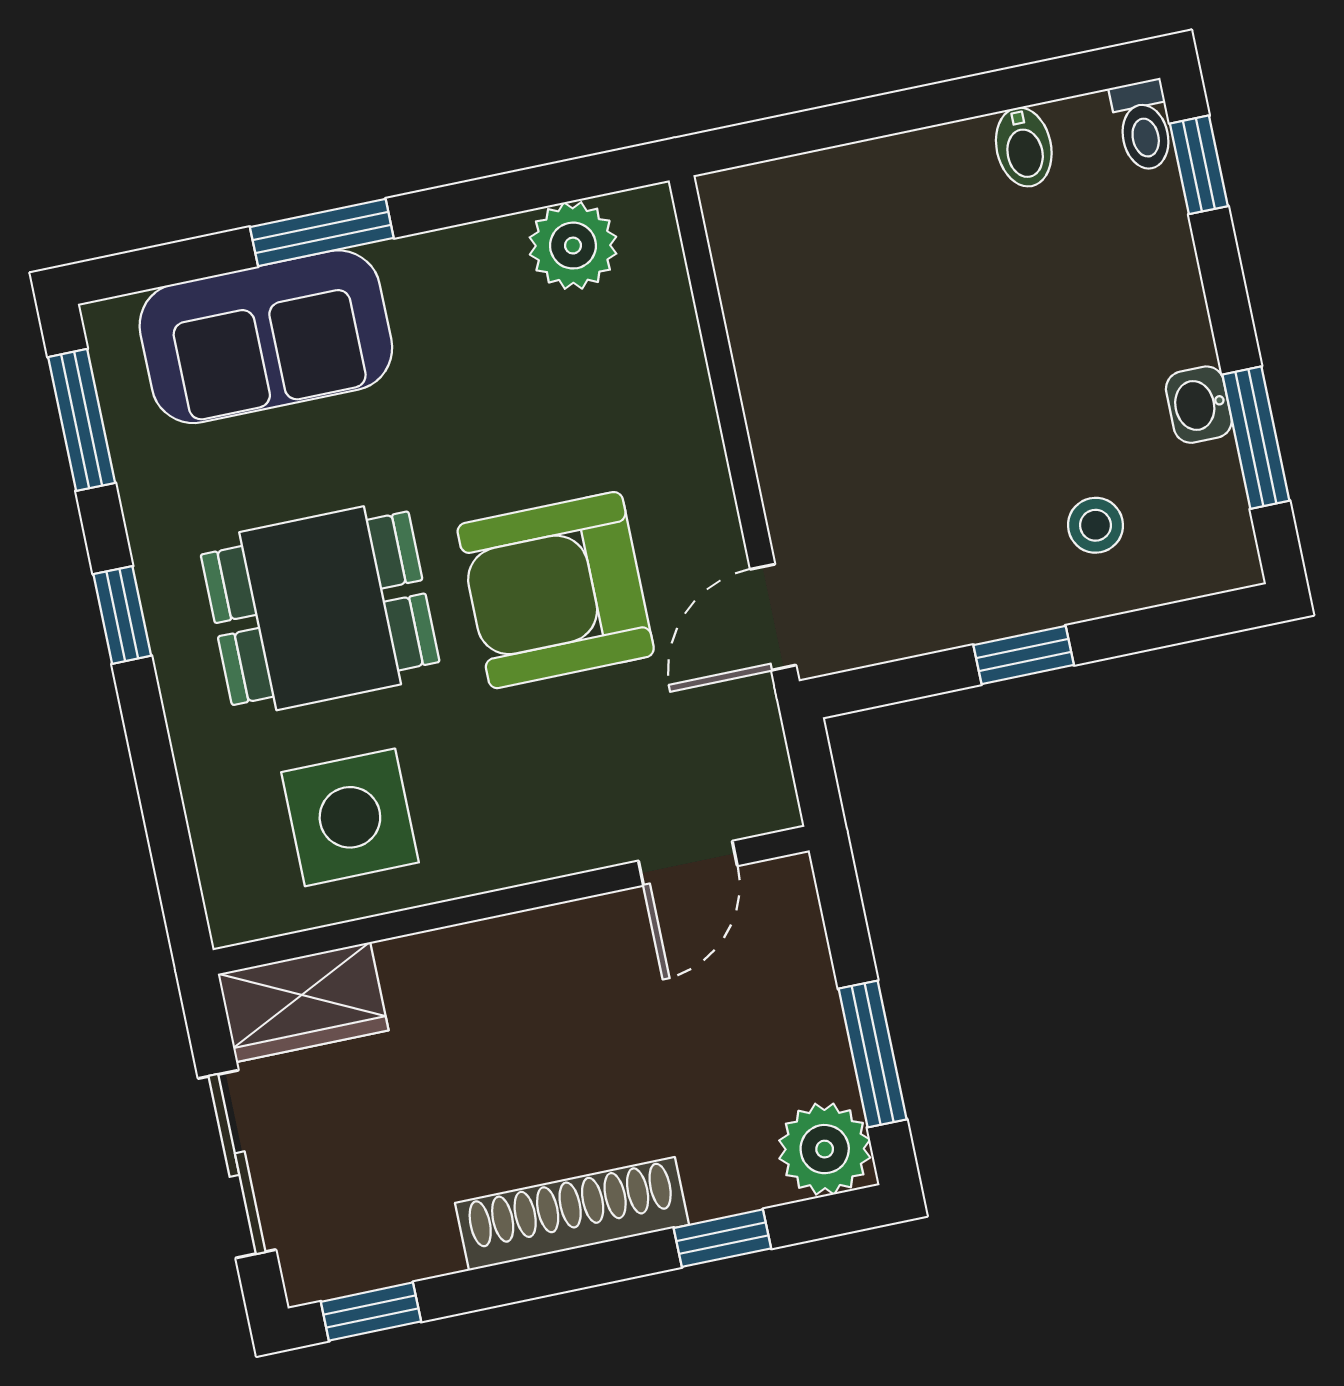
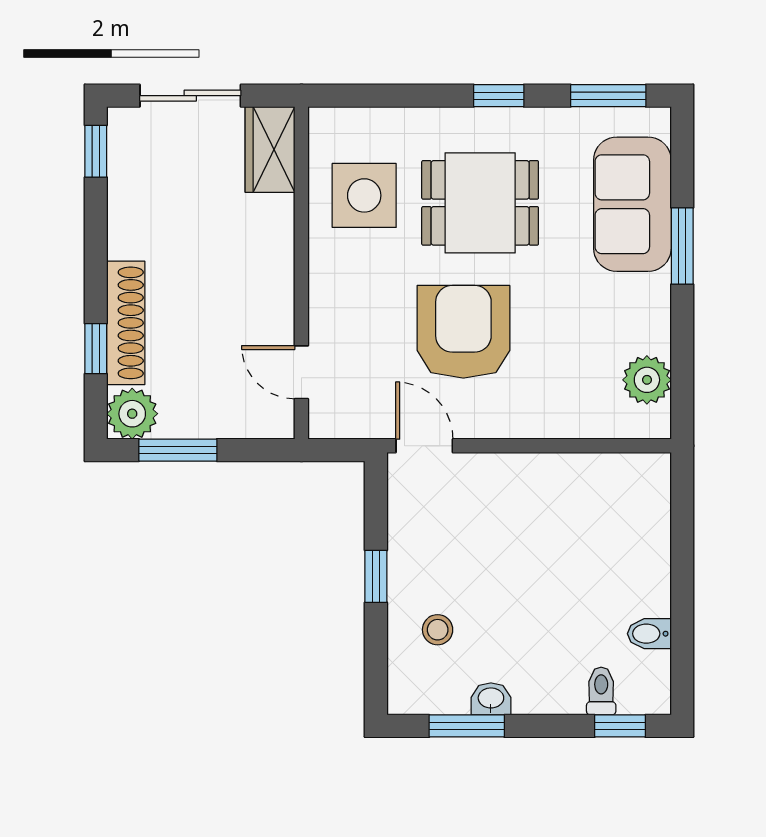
toilet: (1143, 126) -> (601, 691), moved, turned 90
dining table: (320, 608) -> (480, 203), turned 90
shoe rack: (572, 1214) -> (126, 323), moved

